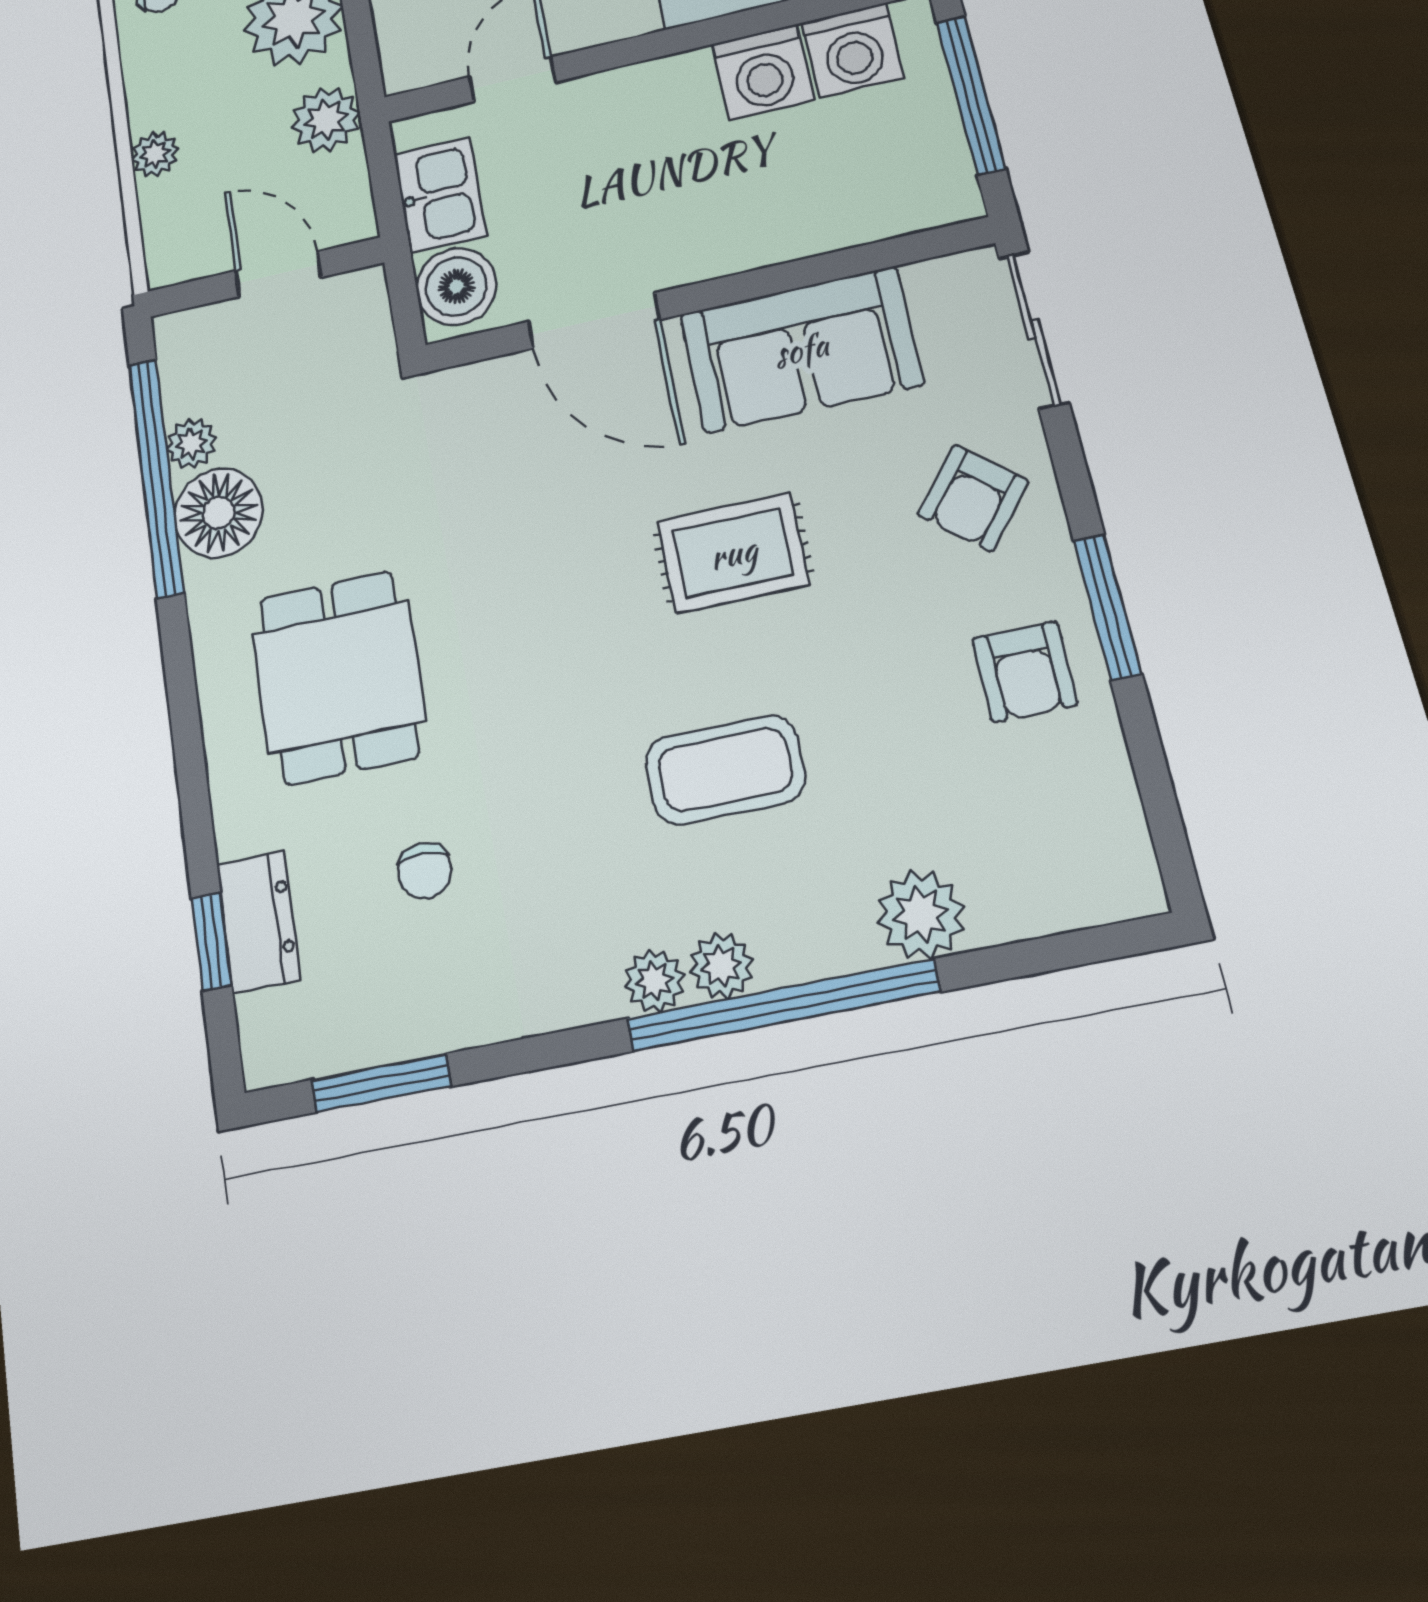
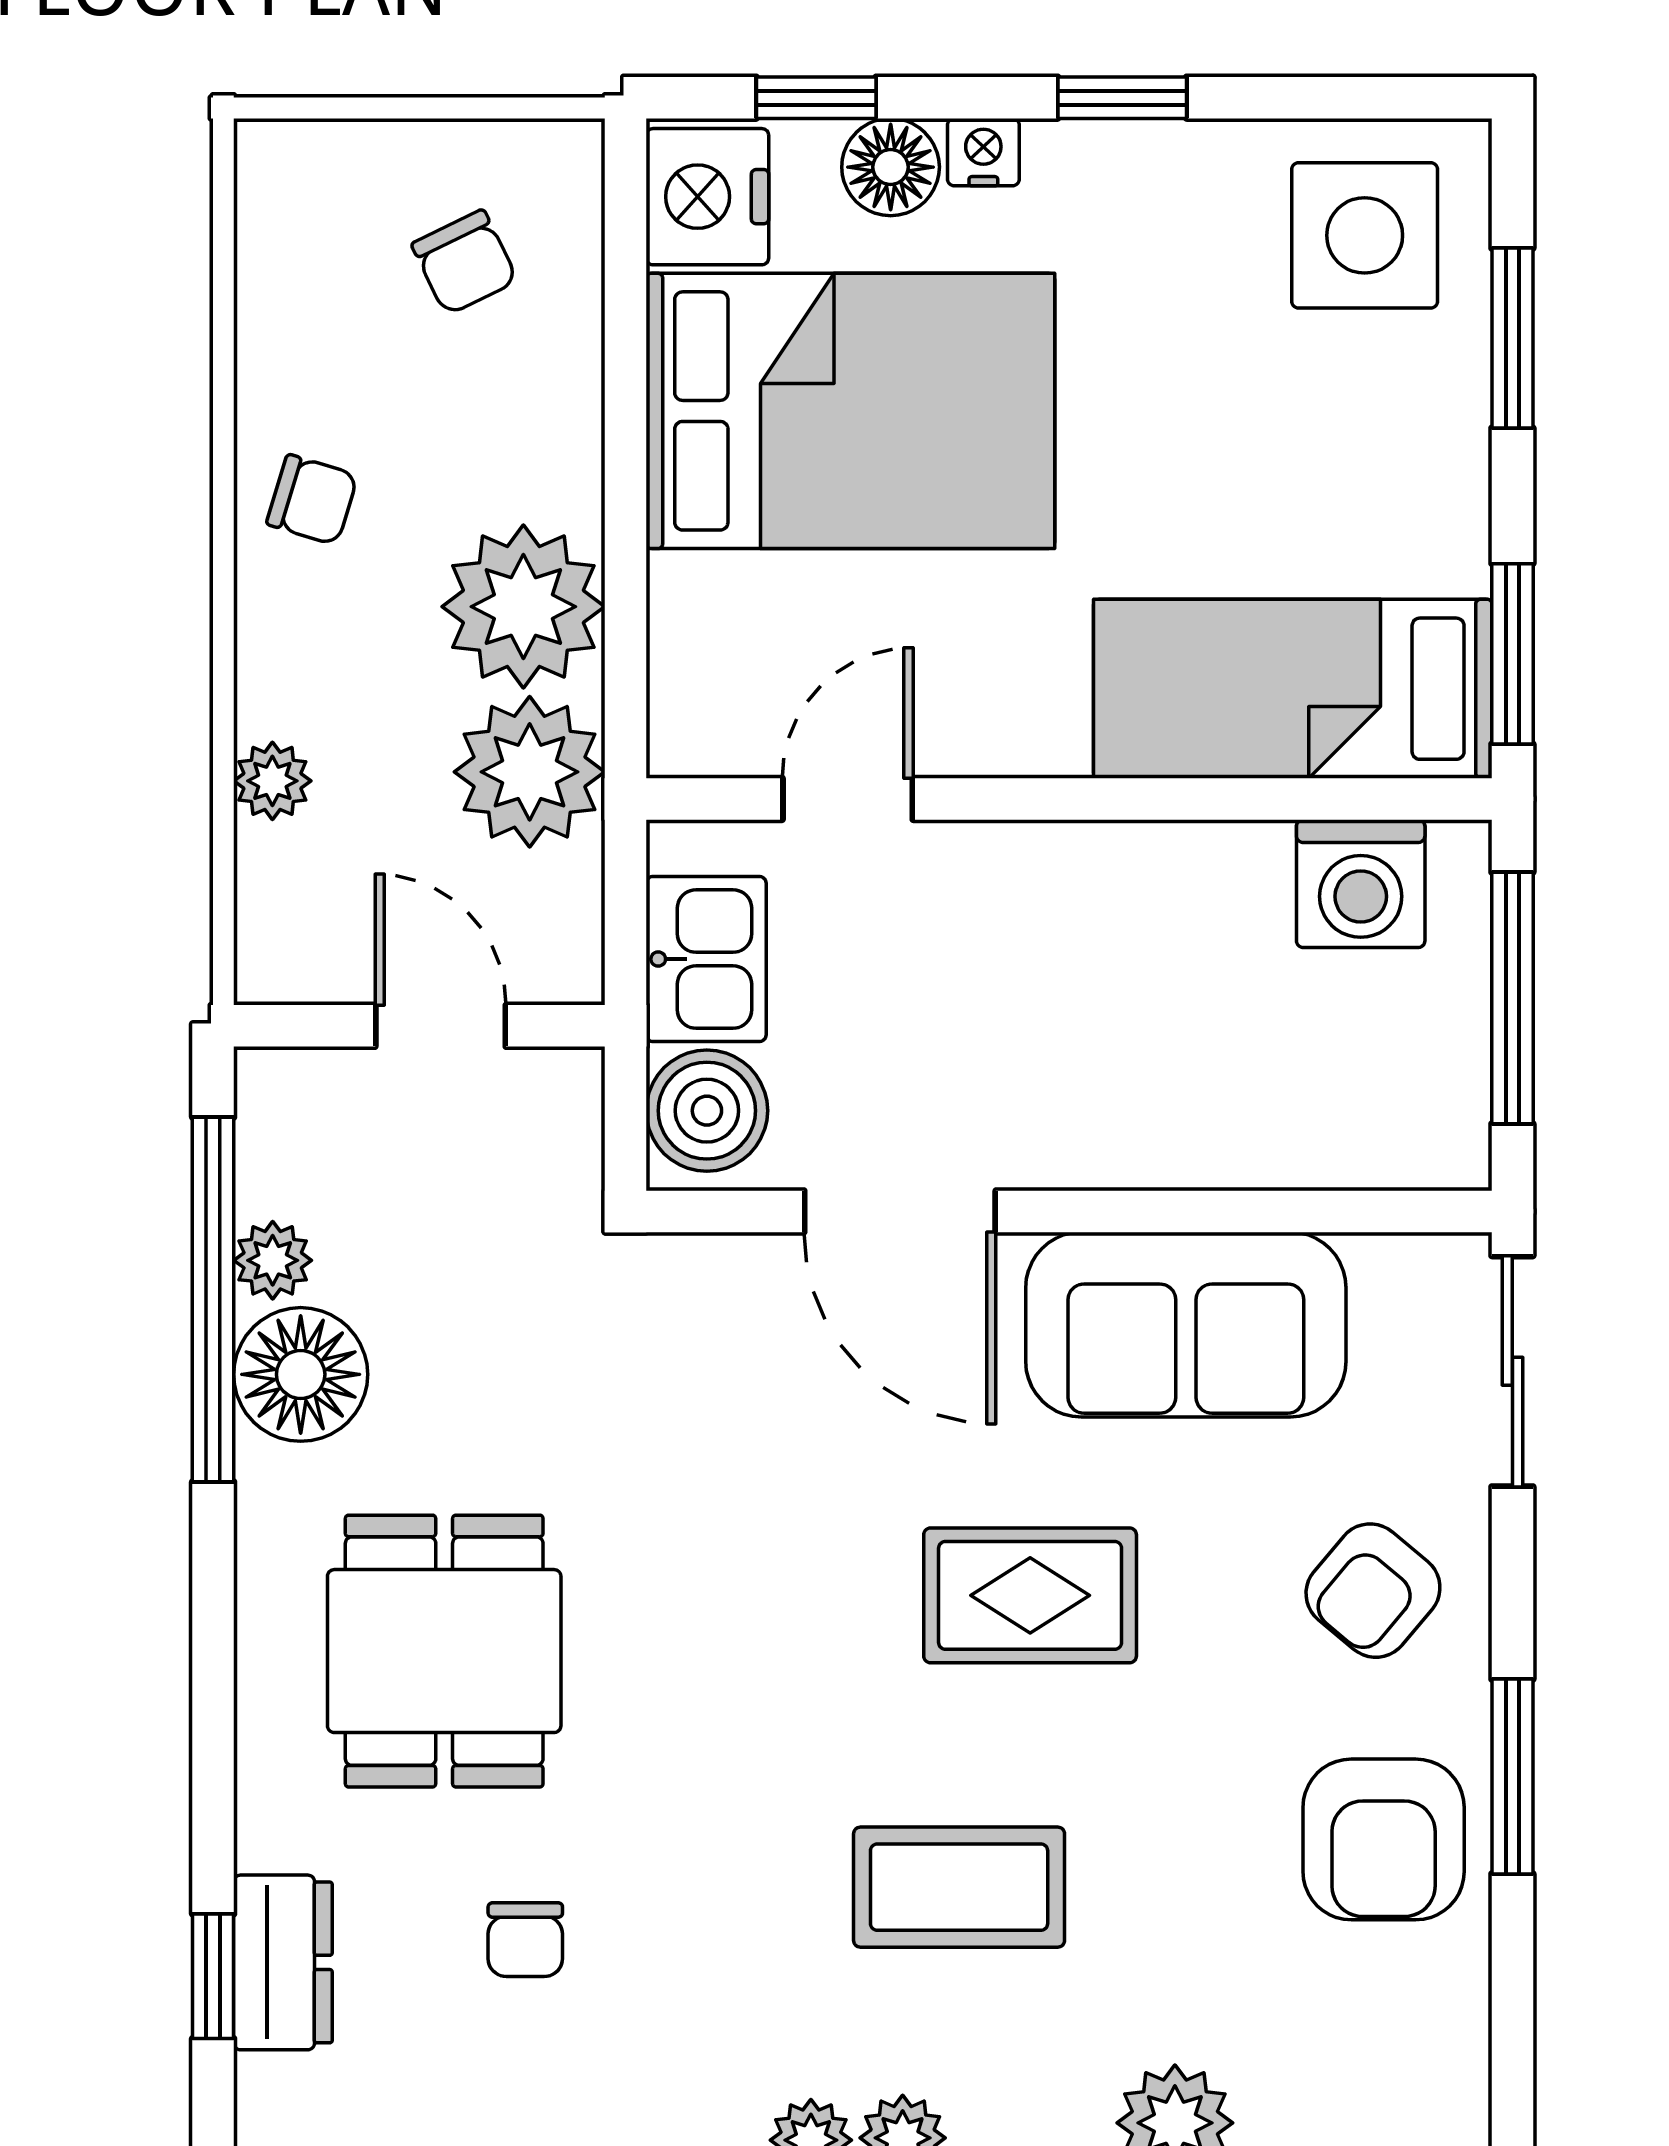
washing machine: (763, 72) -> (1223, 885), removed
plant: (326, 120) -> (530, 772), width x1.36, depth x1.36
armchair: (1025, 672) -> (1384, 1839), width x1.38, depth x1.38

